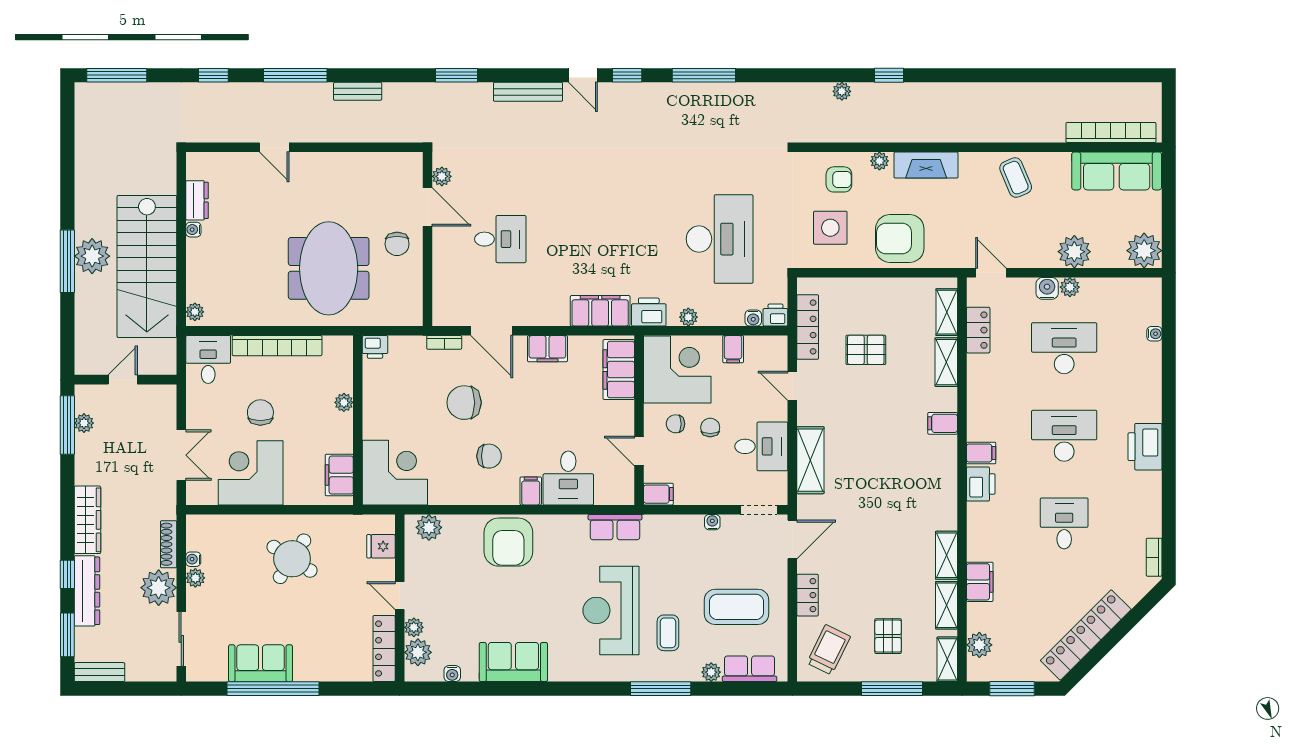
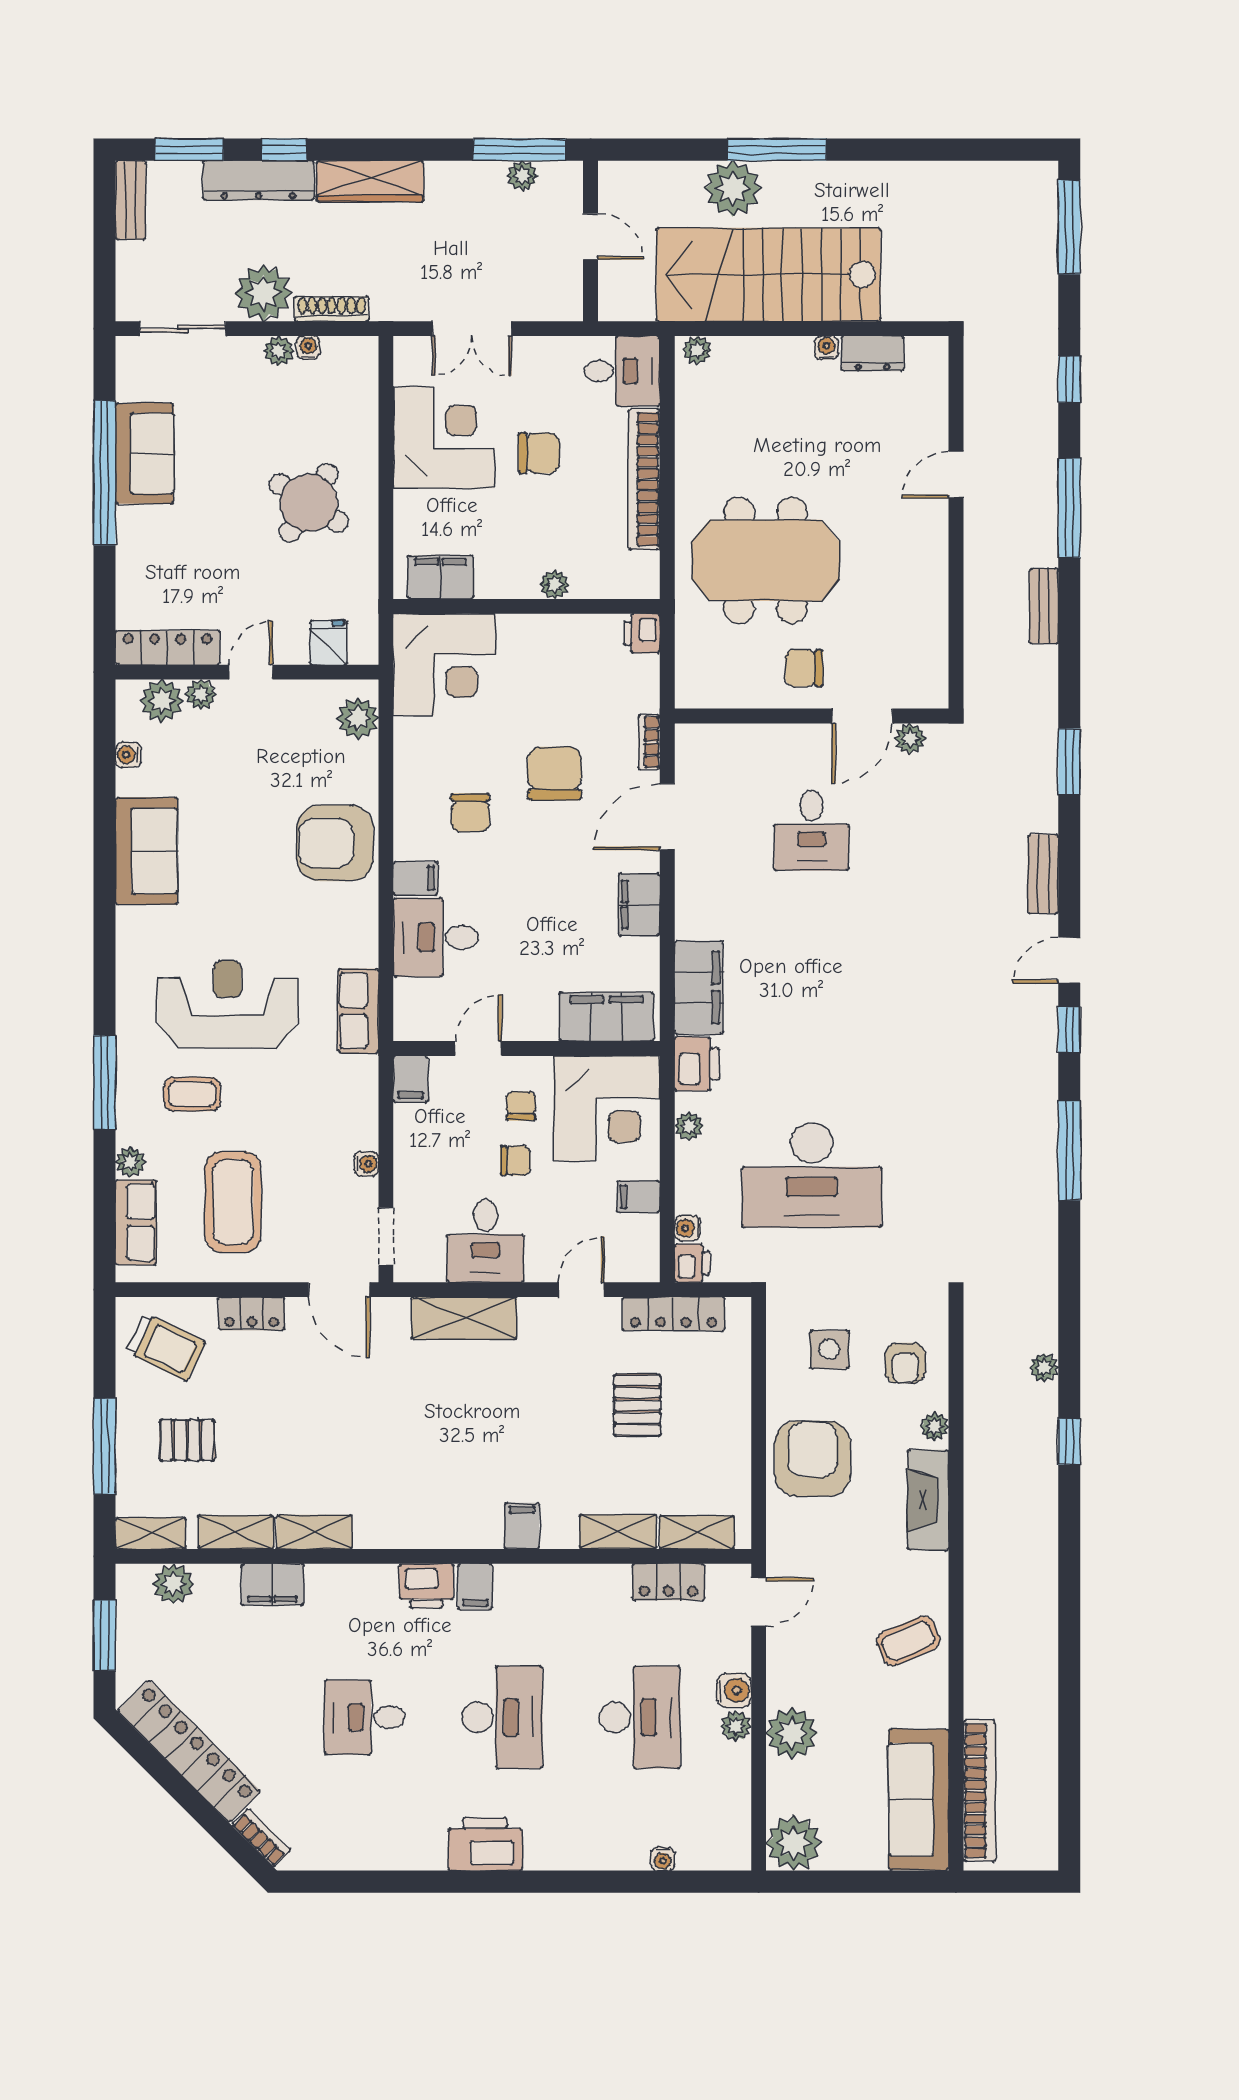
bench: (528, 92) -> (1043, 874), width x0.73
side table: (830, 228) -> (829, 1349), width x0.73, depth x0.73
plant: (92, 256) -> (733, 189), moved
desk: (1064, 523) -> (365, 1717), turned 180
bookcase: (1154, 557) -> (261, 1838), moved, turned 45

